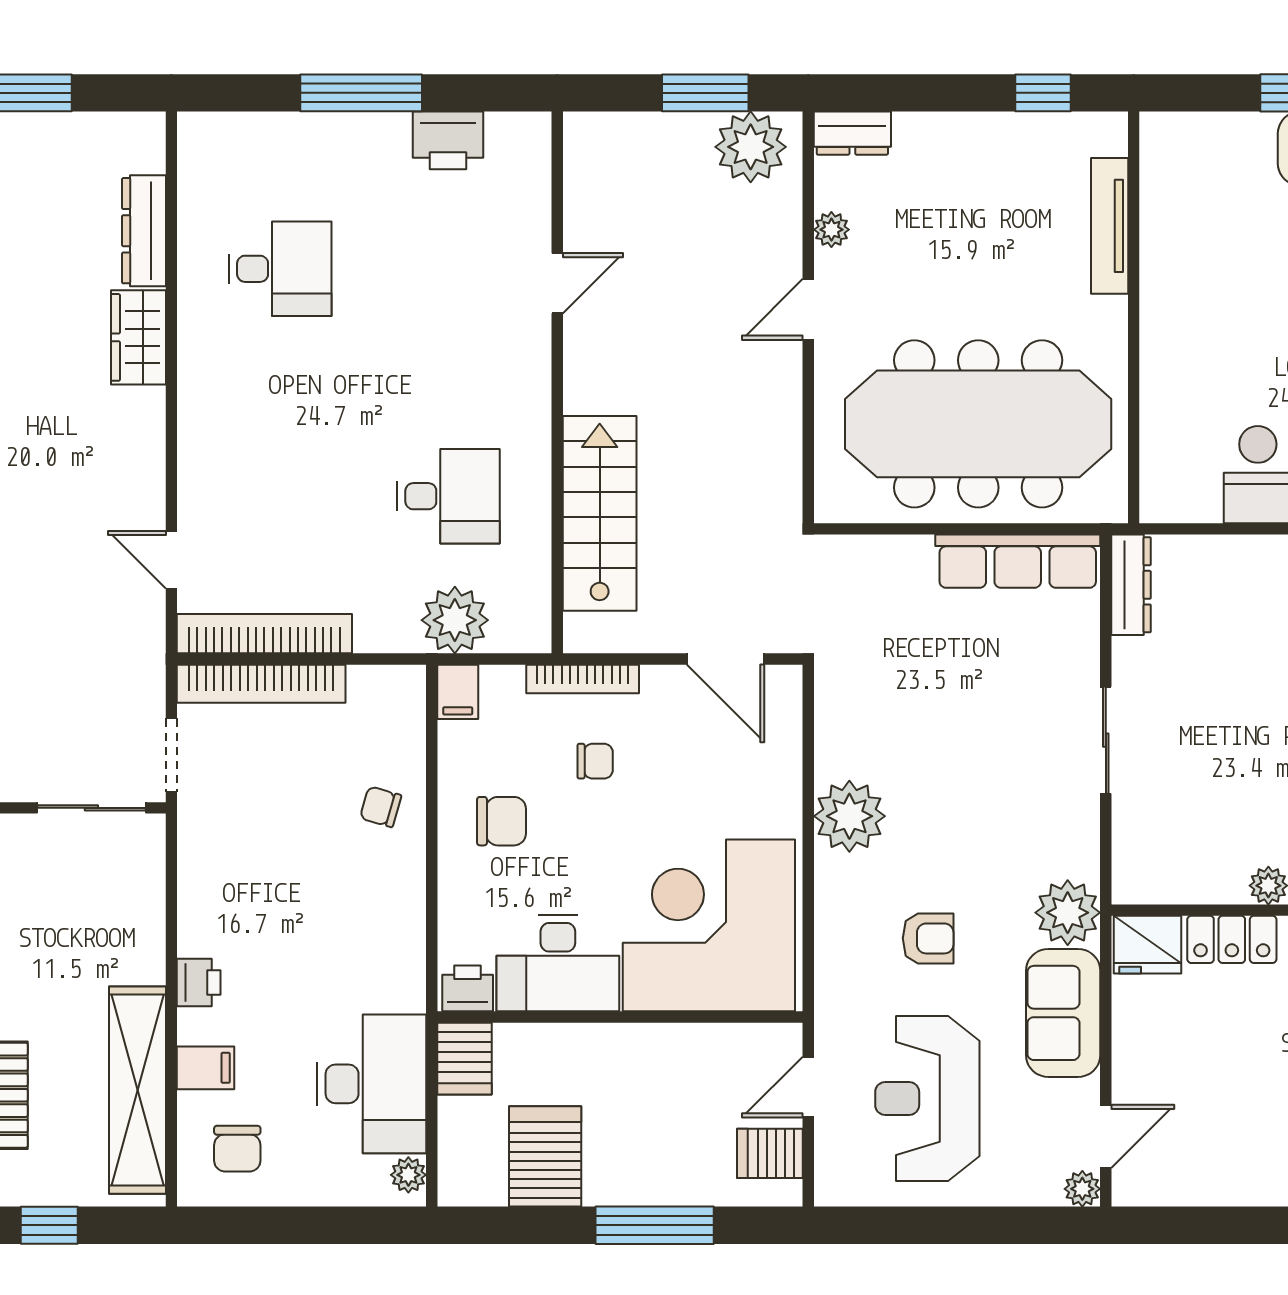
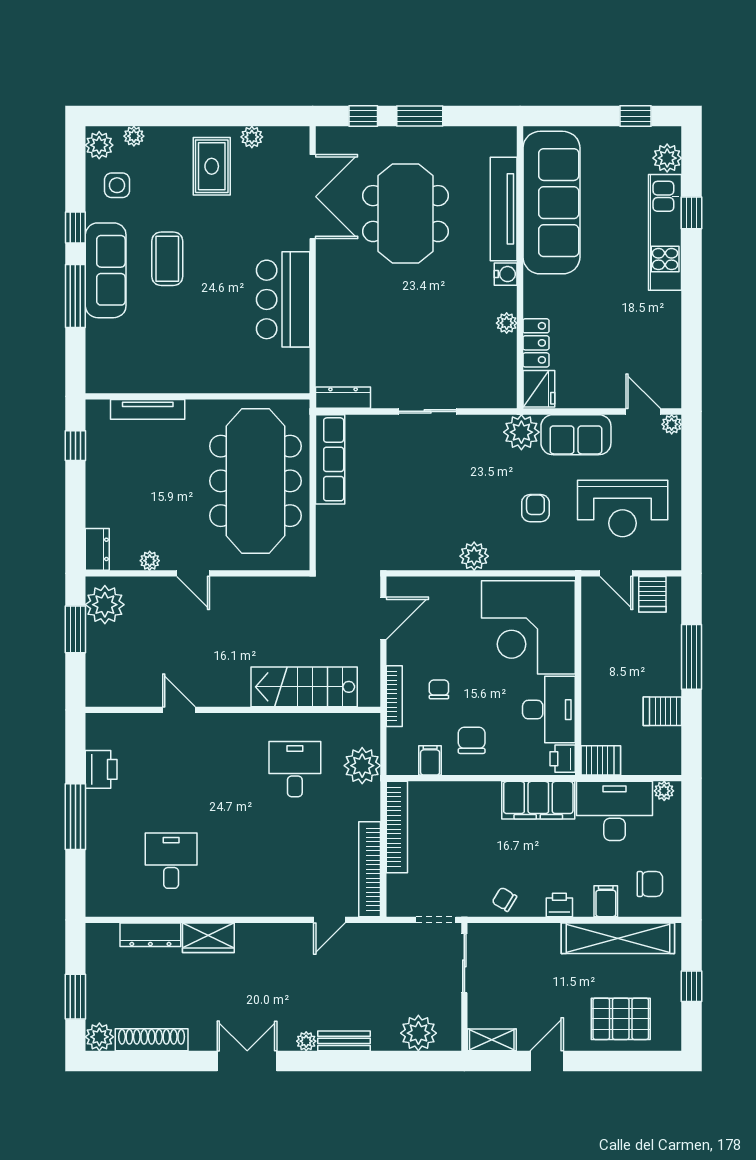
bookcase: (261, 684) -> (397, 827), moved
filing cabinet: (458, 692) -> (430, 760), moved, turned -90
chair: (381, 807) -> (504, 899), moved, turned 105
plant: (849, 816) -> (474, 556), width x0.73, depth x0.73
filing cabinet: (391, 944) -> (538, 800), added
server rack: (545, 1156) -> (662, 711), width x0.73, depth x0.70

